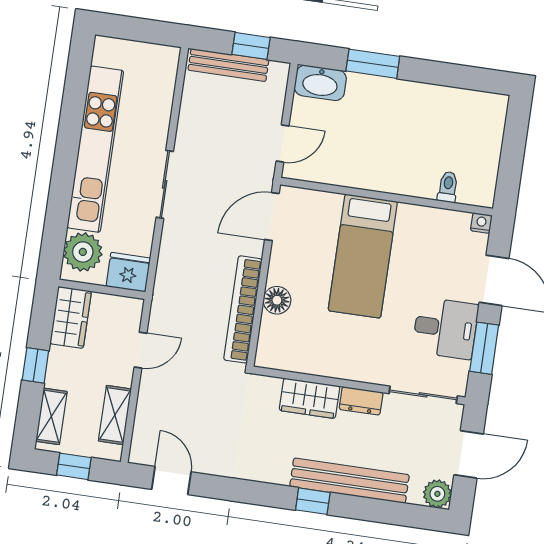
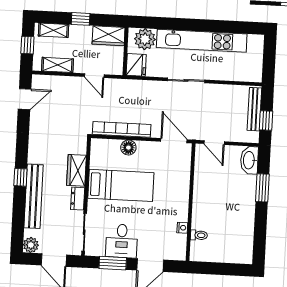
nightstand: (481, 223) -> (182, 228), moved
bed: (363, 256) -> (121, 185), moved, turned 180

